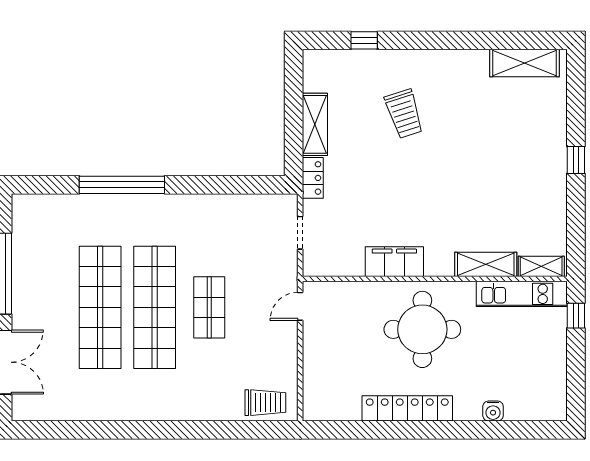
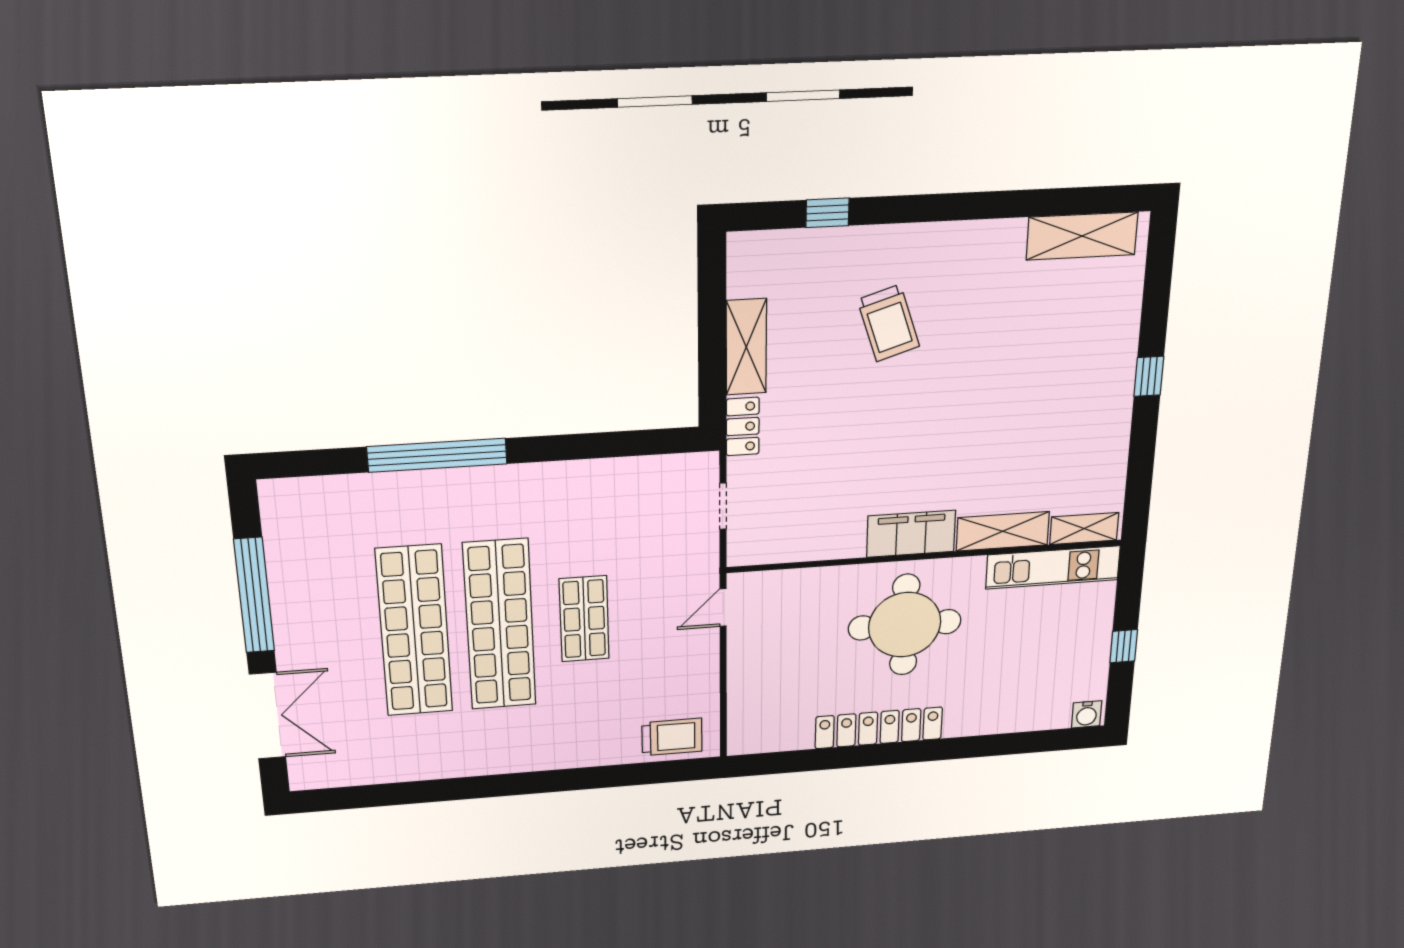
filing cabinet: (394, 262) -> (911, 534), moved
window: (576, 316) -> (1124, 646), moved
water cooler: (493, 411) -> (1087, 714), moved

